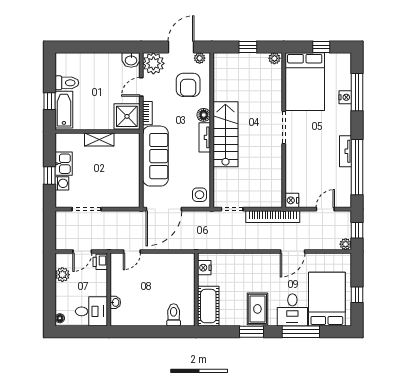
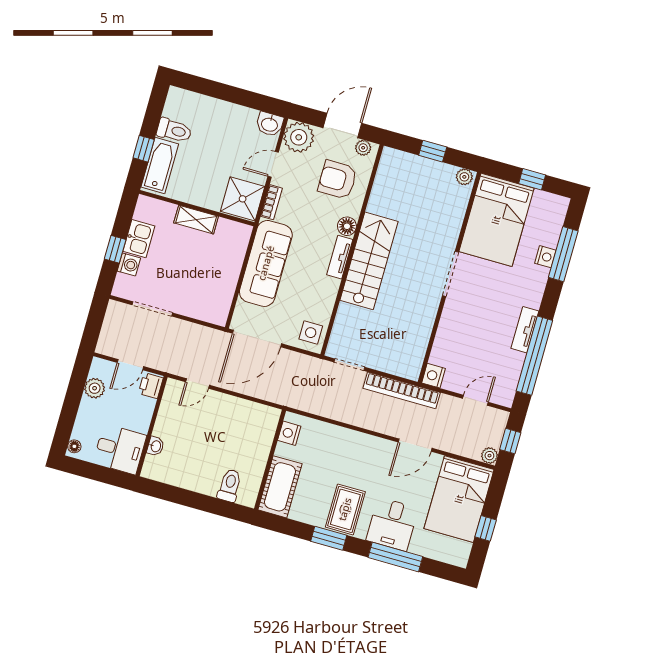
armchair: (188, 85) -> (337, 180), turned 90
bed: (327, 299) -> (459, 499), moved, turned 180

